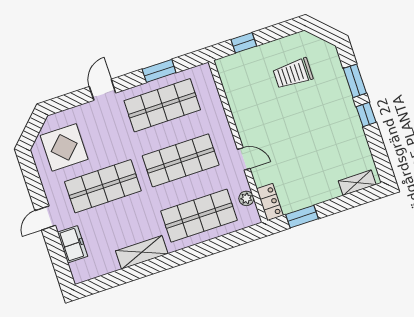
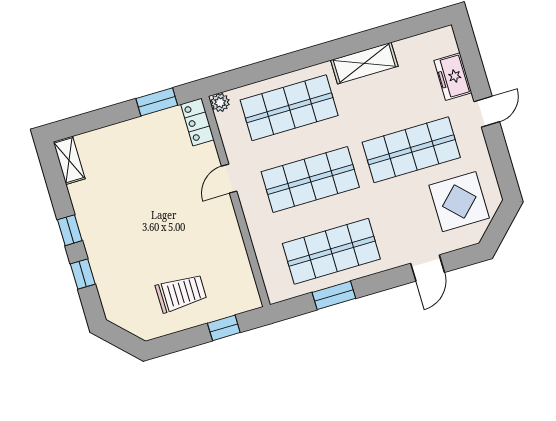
trolley: (293, 74) -> (181, 293), moved
window: (355, 81) -> (83, 274), width x0.67
door: (103, 90) -> (428, 268), moved
door: (244, 159) -> (229, 179), hinge flipped
shelving: (357, 183) -> (69, 160), moved, turned 90
plant: (246, 198) -> (220, 102), moved

